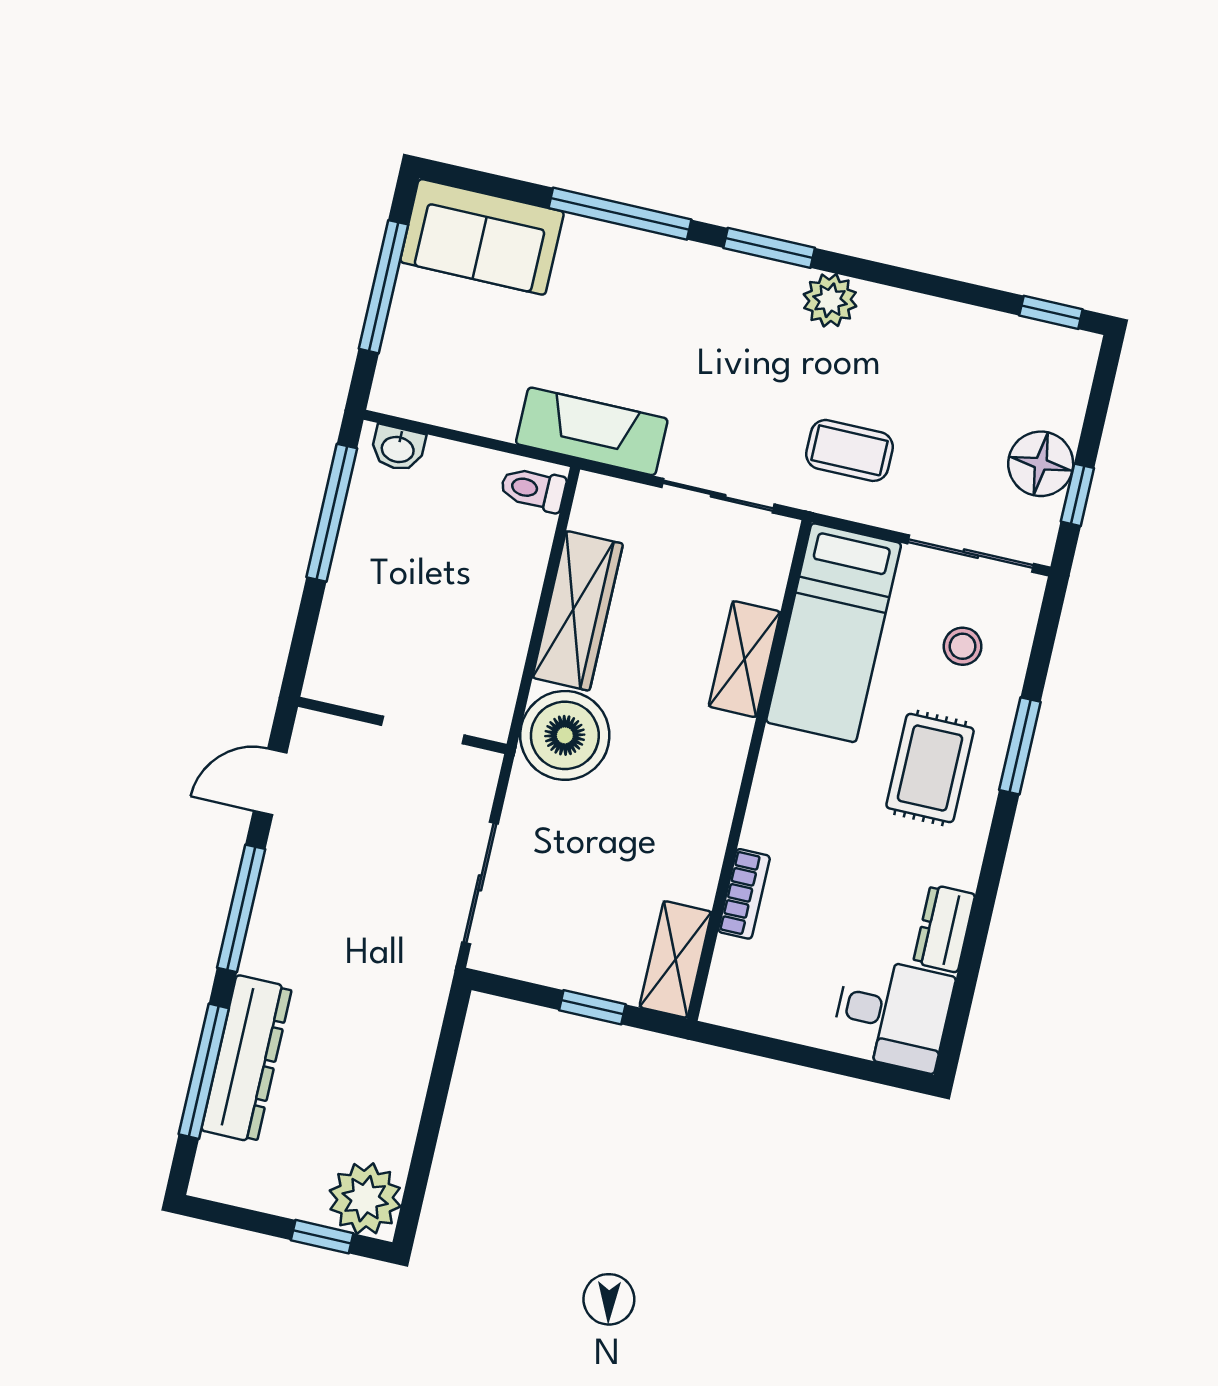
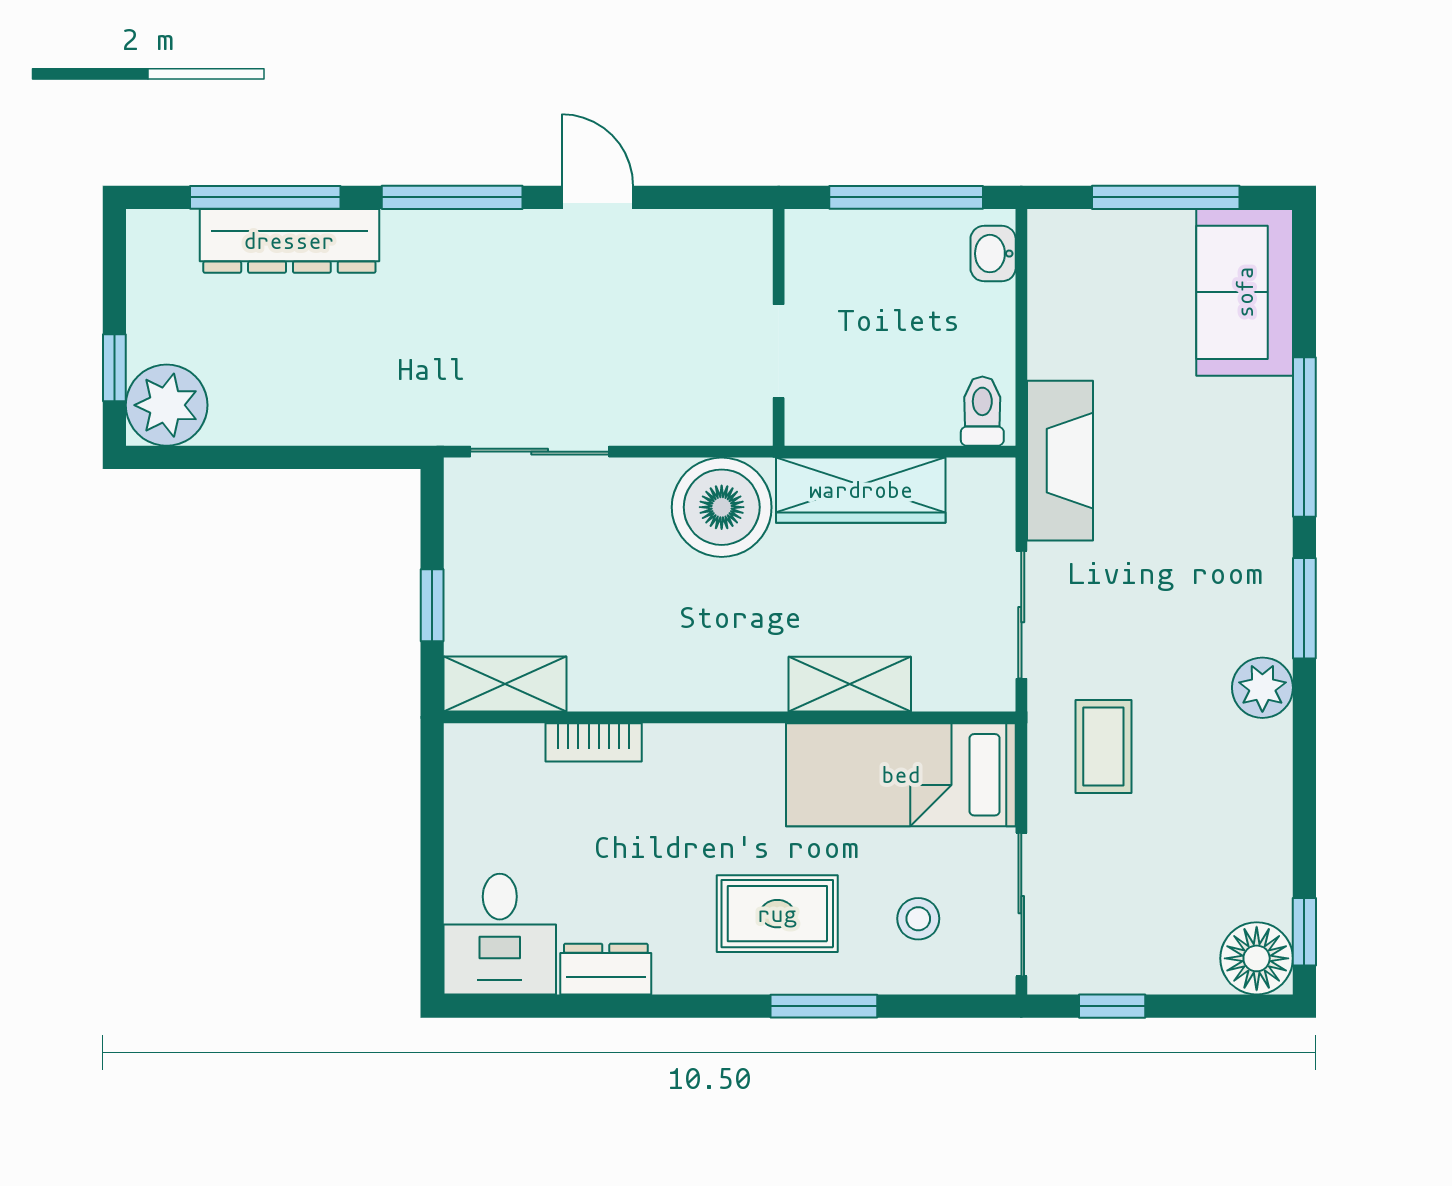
floor lamp: (1041, 464) -> (1257, 958), moved
wall: (402, 725) -> (779, 327), moved
doorway: (423, 730) -> (779, 351), moved

